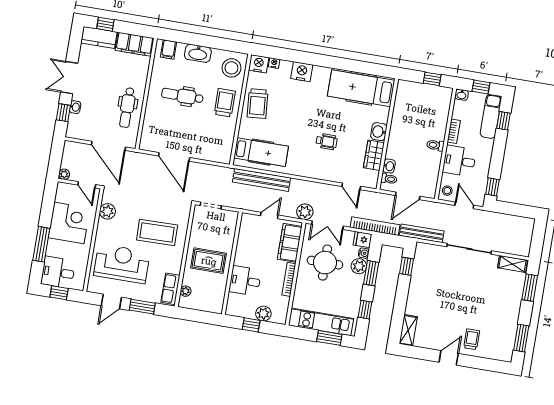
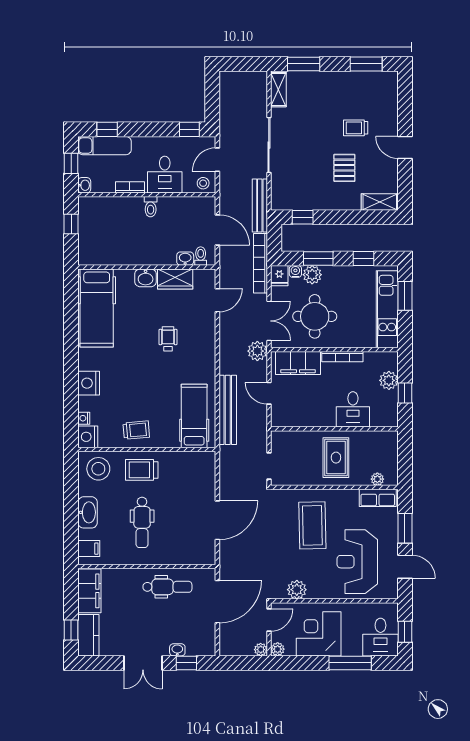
trolley: (258, 104) -> (136, 430), width x0.73, depth x0.72
plant: (62, 188) -> (278, 649), added
pallet: (441, 306) -> (344, 168), added
trolley: (472, 339) -> (356, 128), moved

